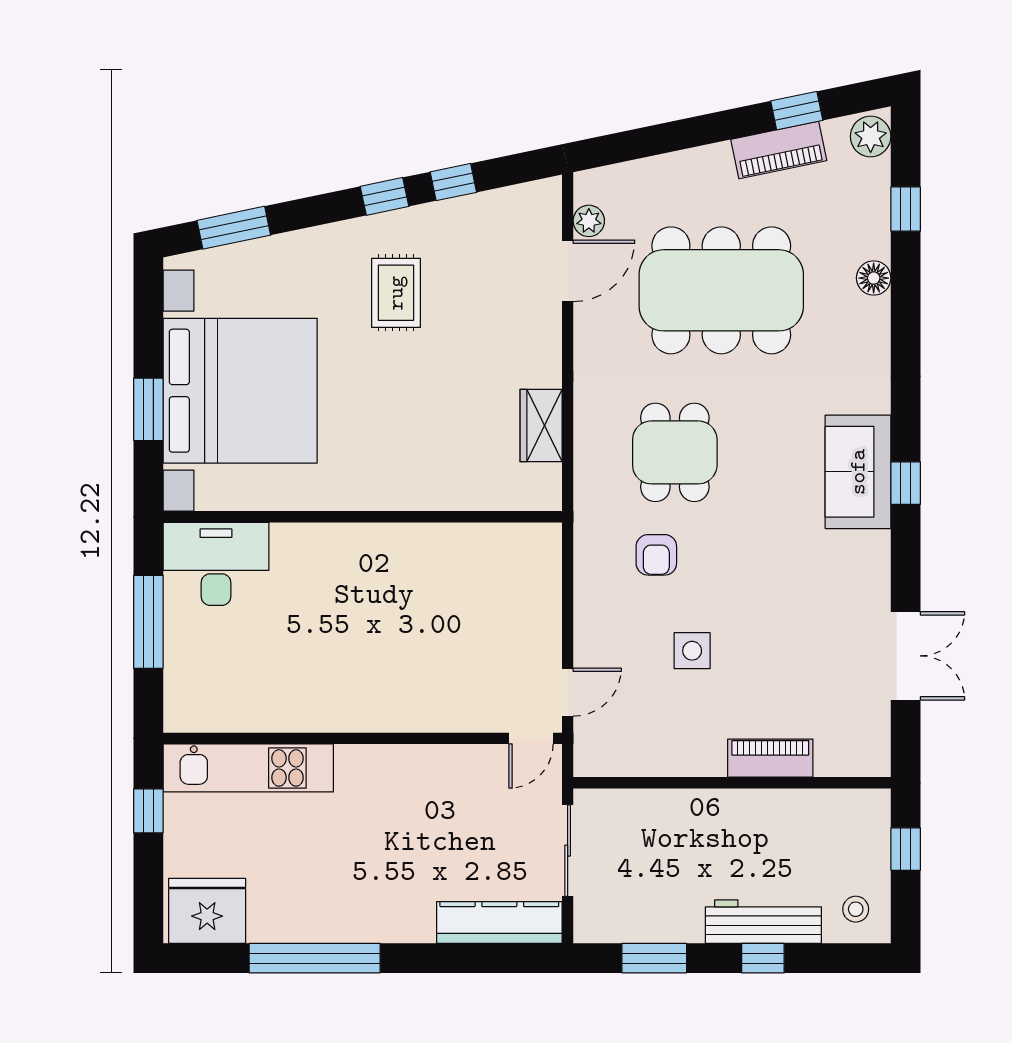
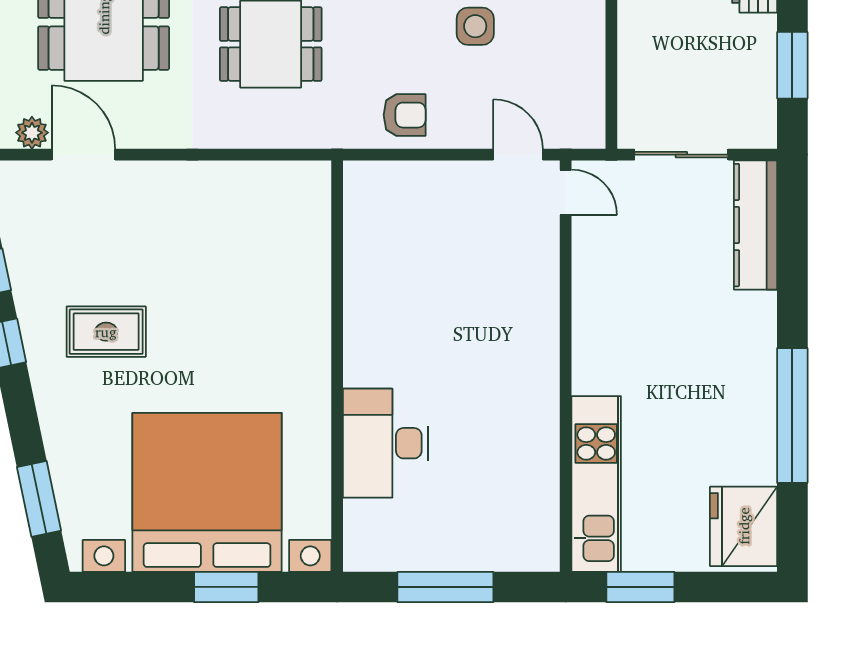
wardrobe: (541, 426) -> (243, 182), removed
armchair: (656, 555) -> (405, 115), moved
desk: (216, 564) -> (386, 443), moved
window: (148, 811) -> (640, 587), width x1.50

